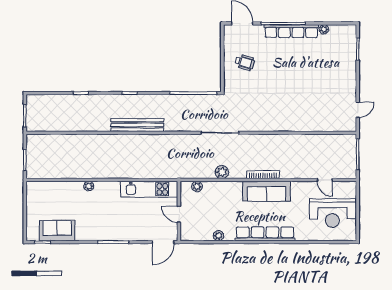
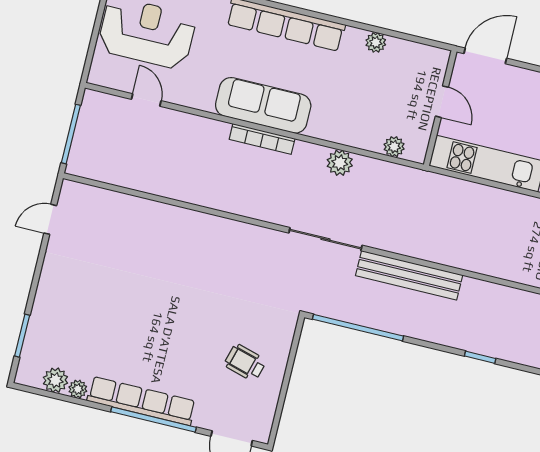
plant: (336, 31) -> (55, 380), added
bench: (137, 125) -> (409, 275), moved

